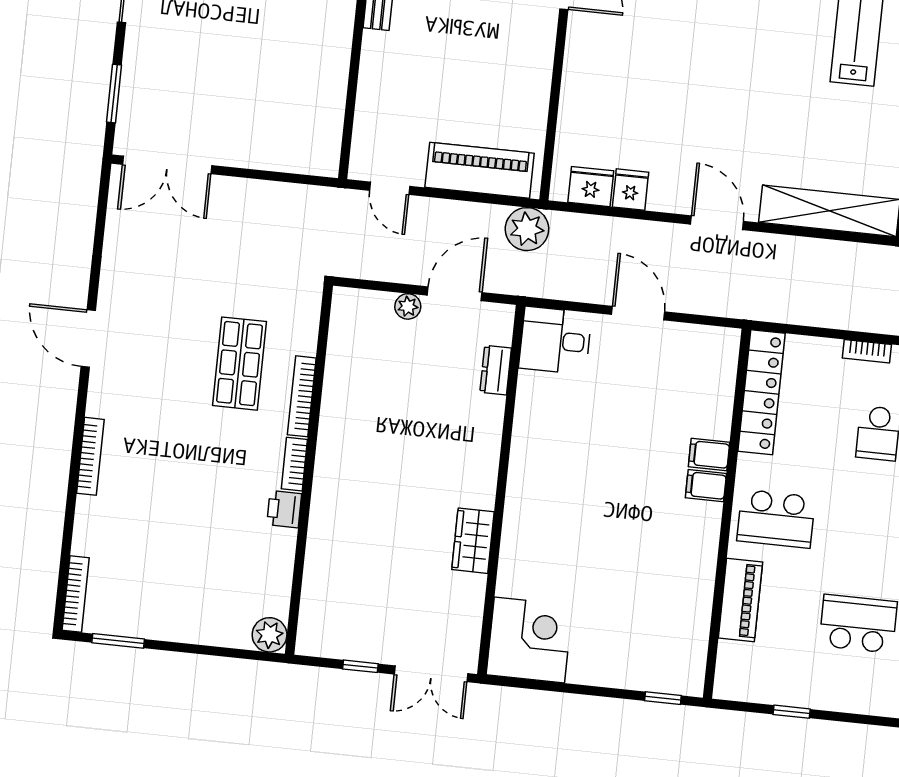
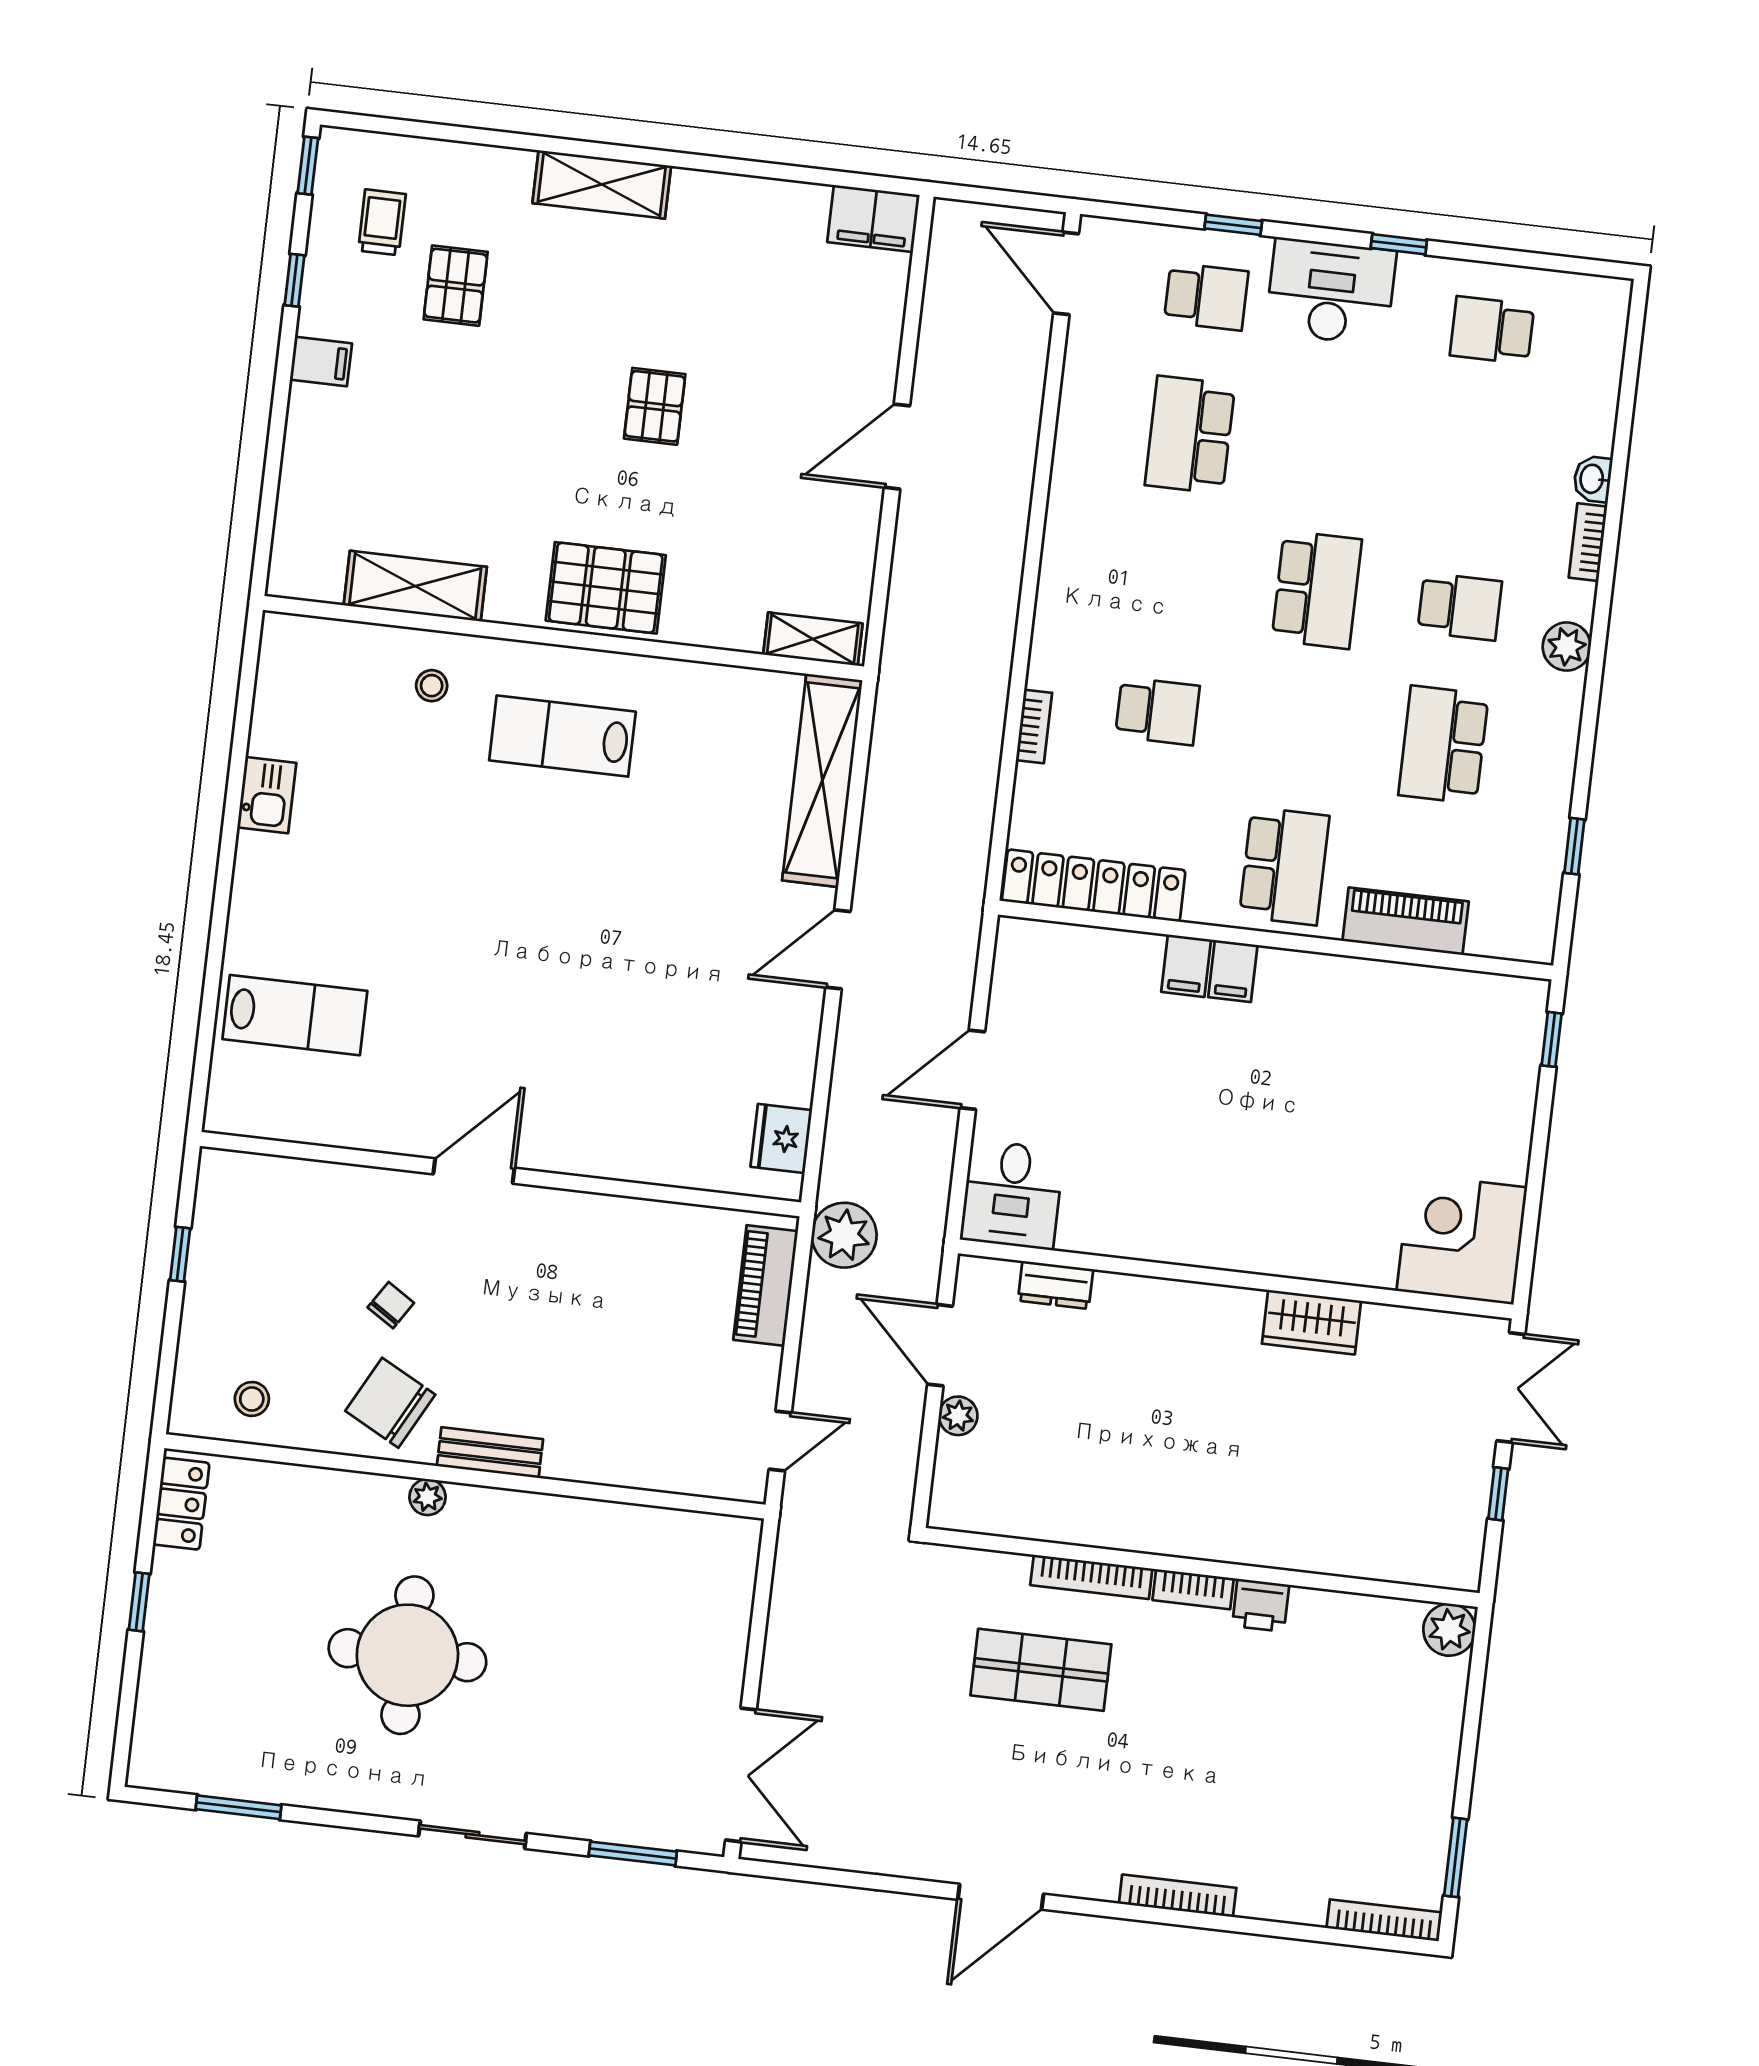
piano: (480, 170) -> (766, 1285), width x0.73, depth x0.75
fridge: (630, 190) -> (787, 1079), removed

